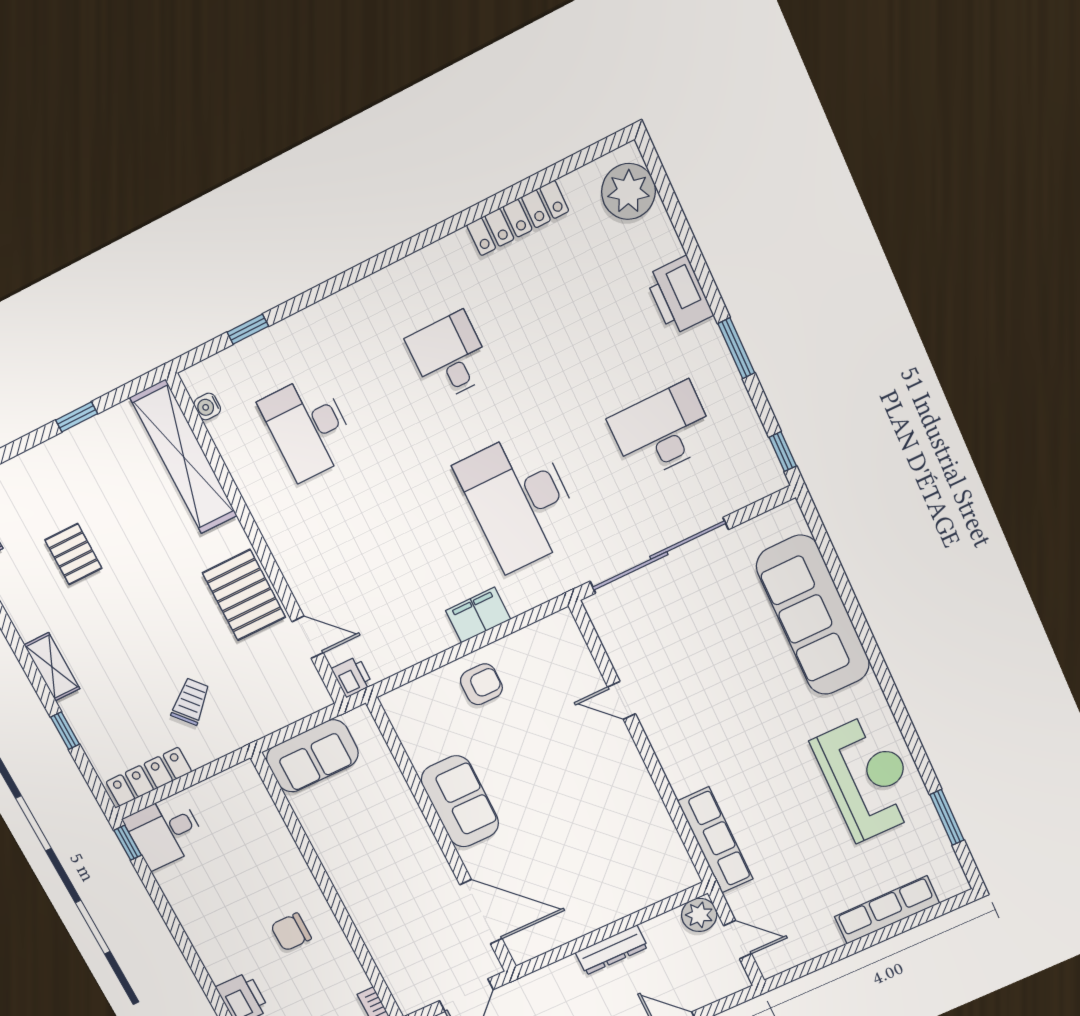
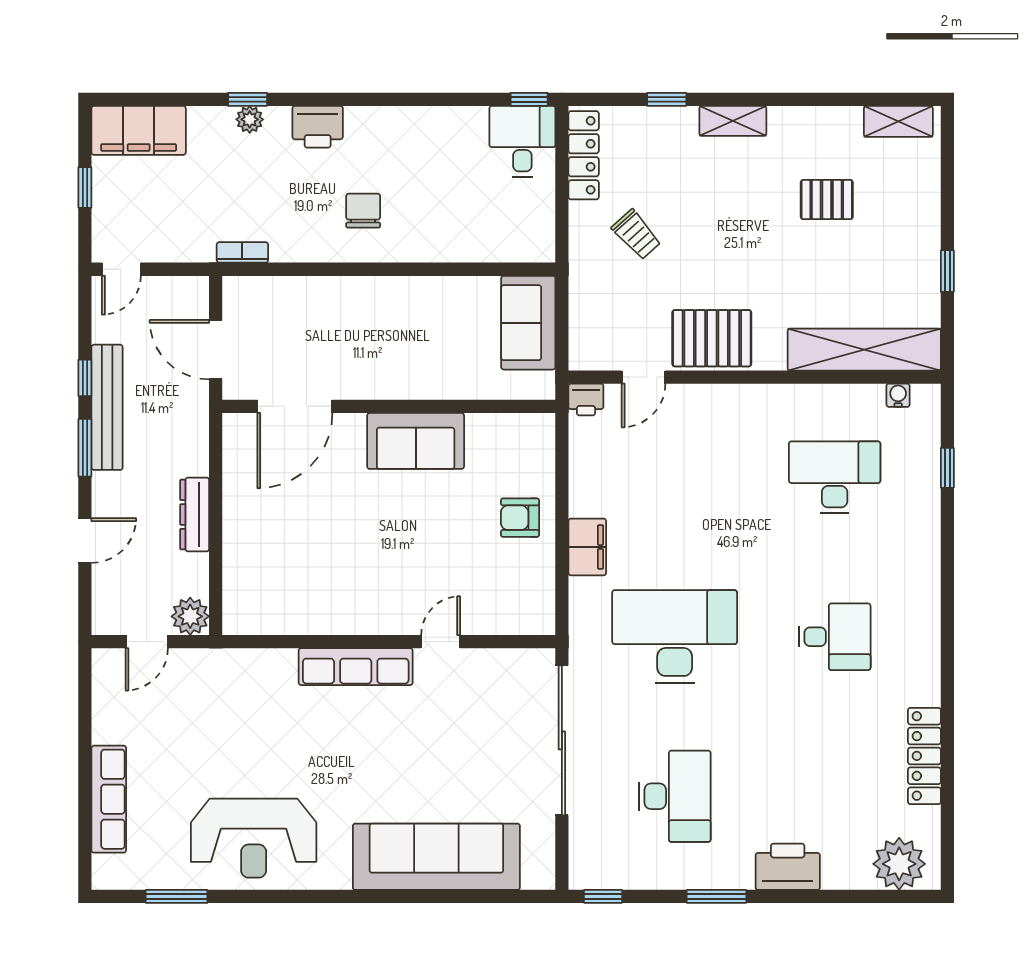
armchair: (481, 684) -> (520, 518), turned 90
row of seats: (715, 840) -> (356, 667), moved

